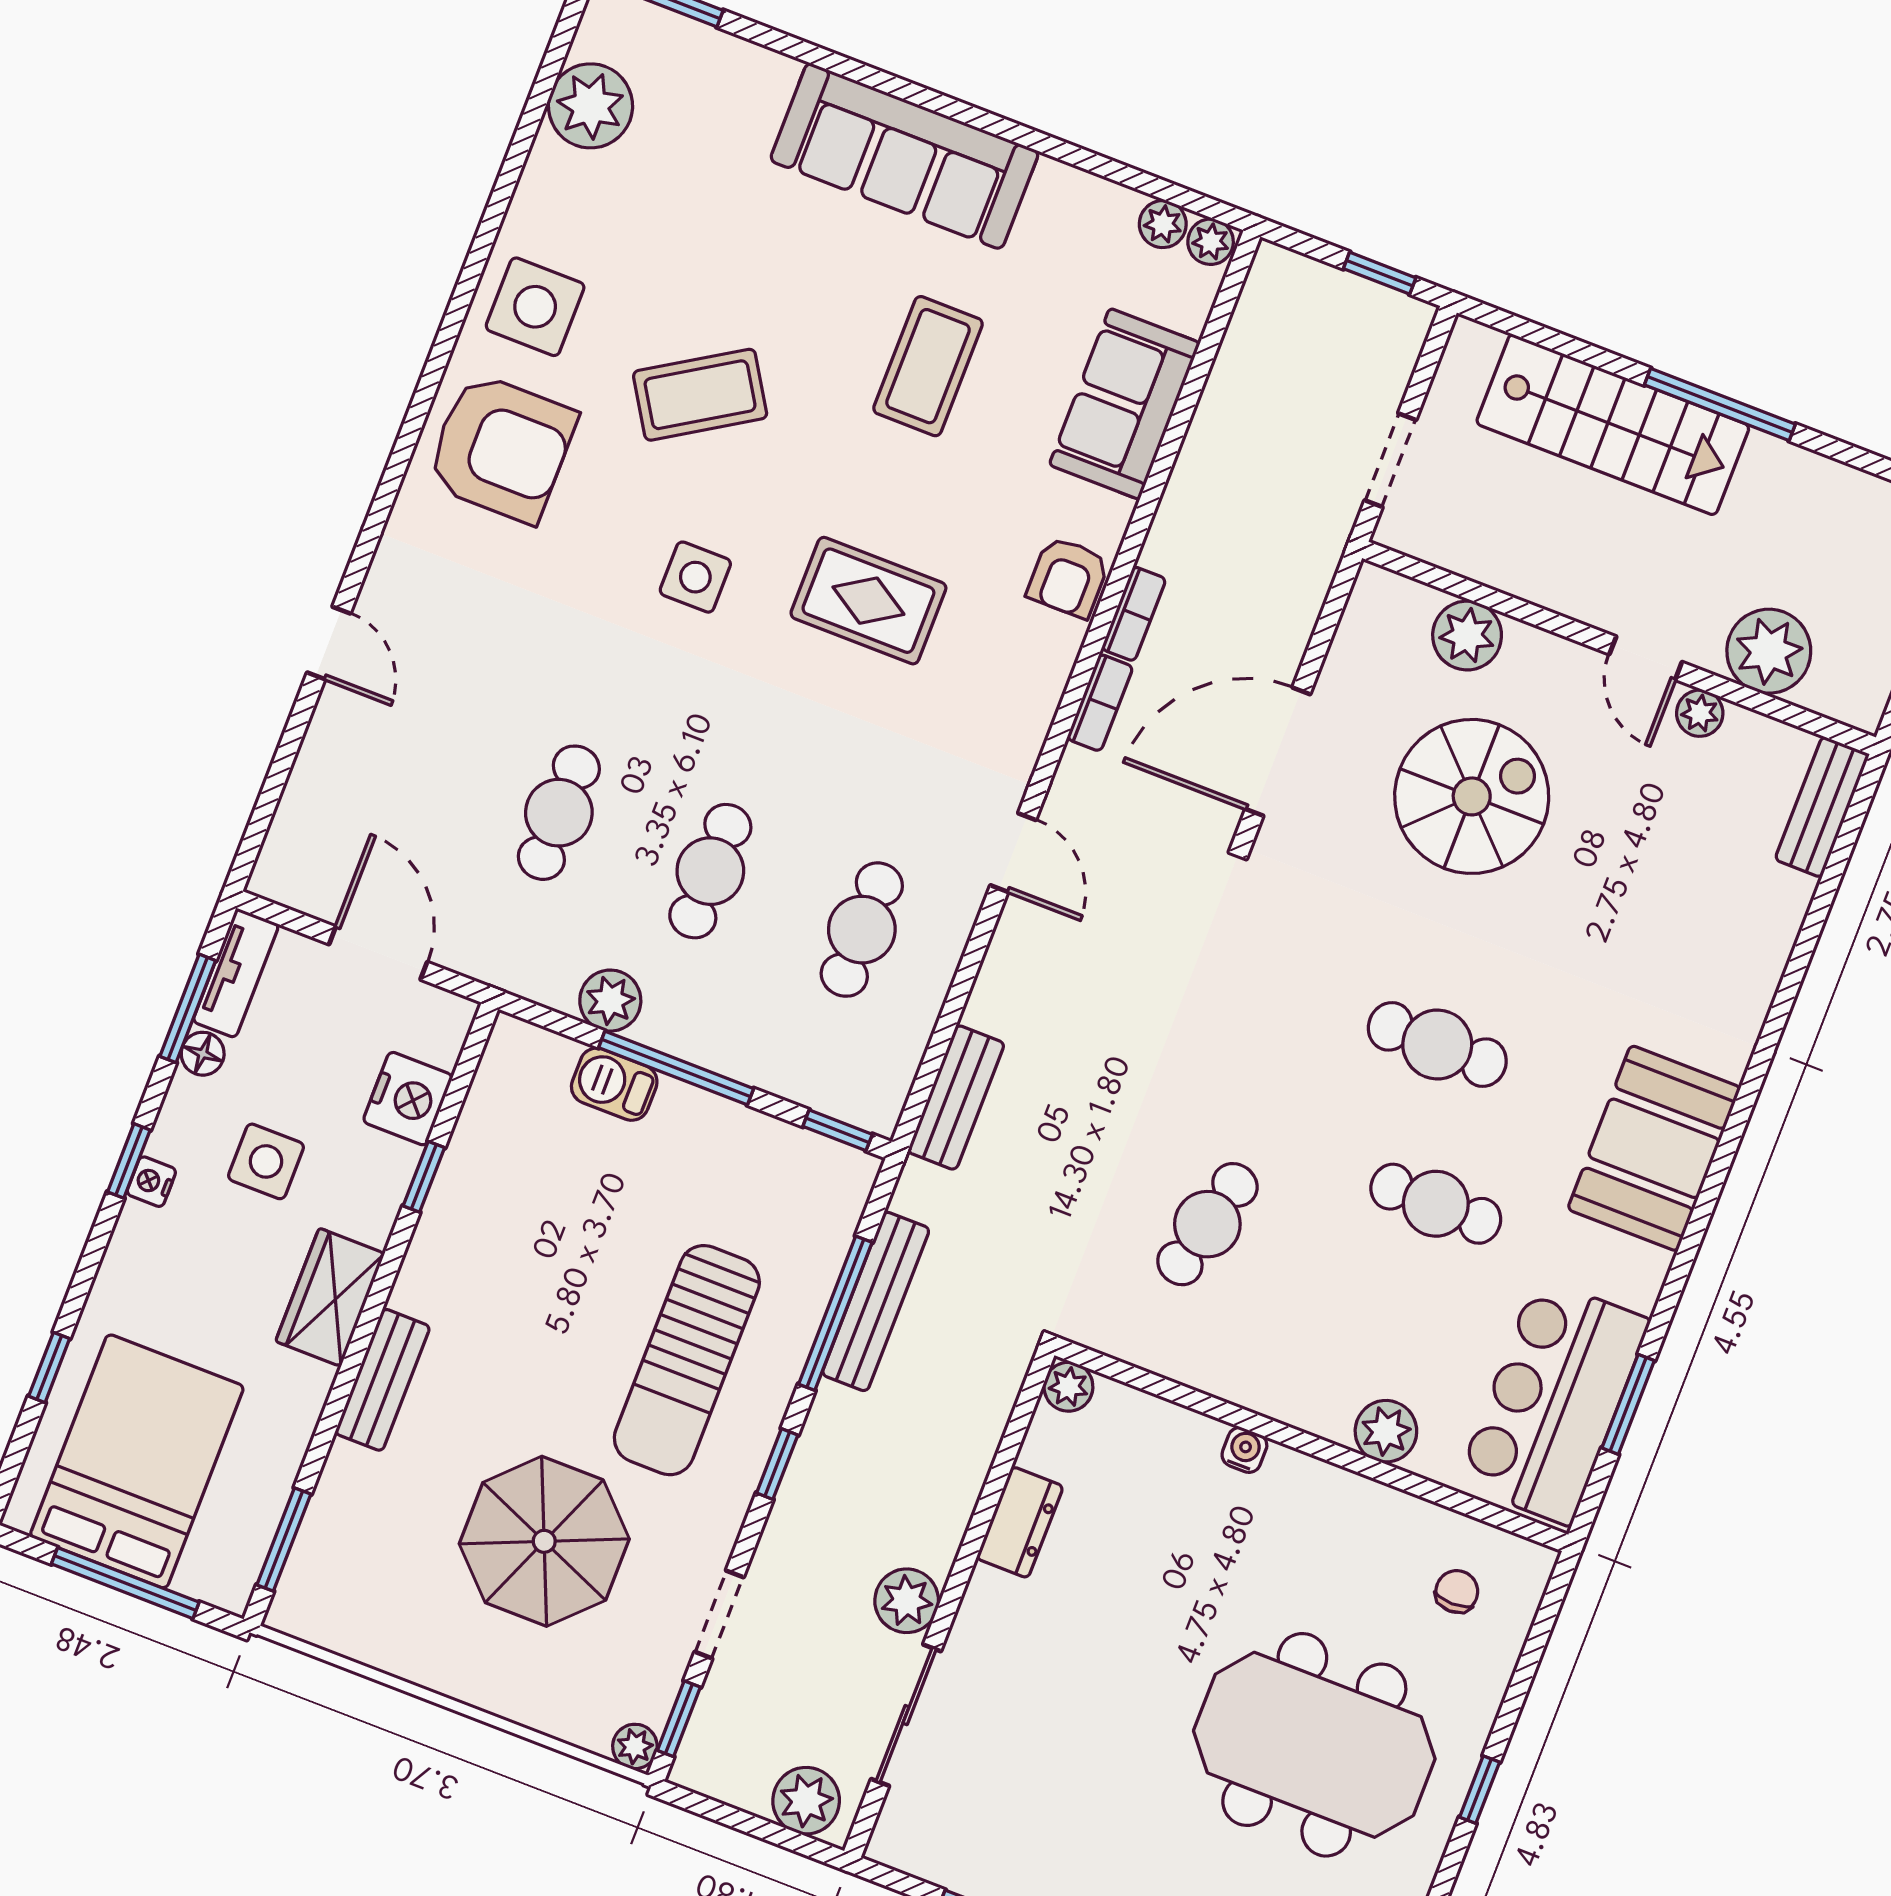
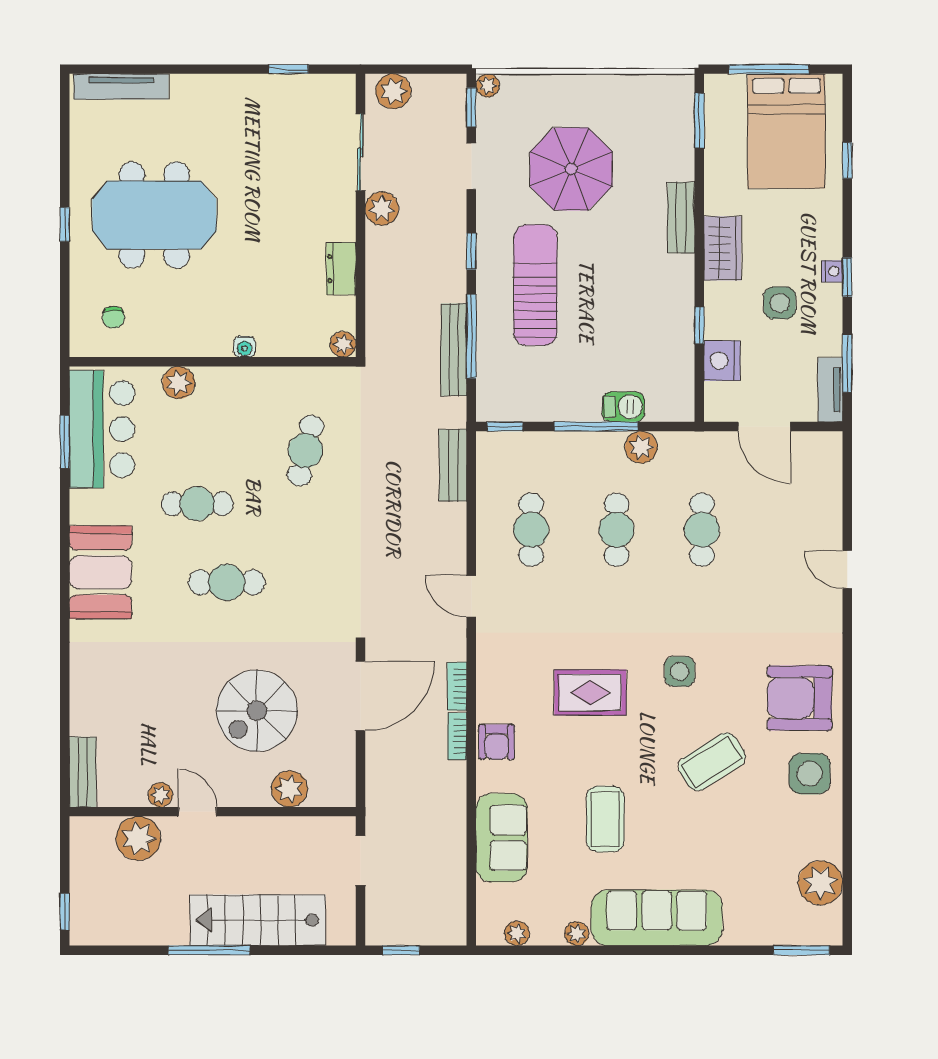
plant: (1211, 242) -> (577, 934), moved
armchair: (1068, 577) -> (497, 742), turned 180
floor lamp: (203, 1054) -> (831, 344), removed

